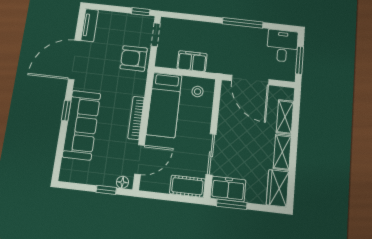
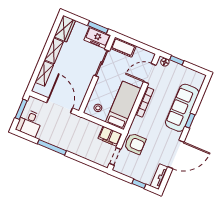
window: (141, 12) -> (139, 184), moved
filing cabinet: (192, 61) -> (110, 136), moved

